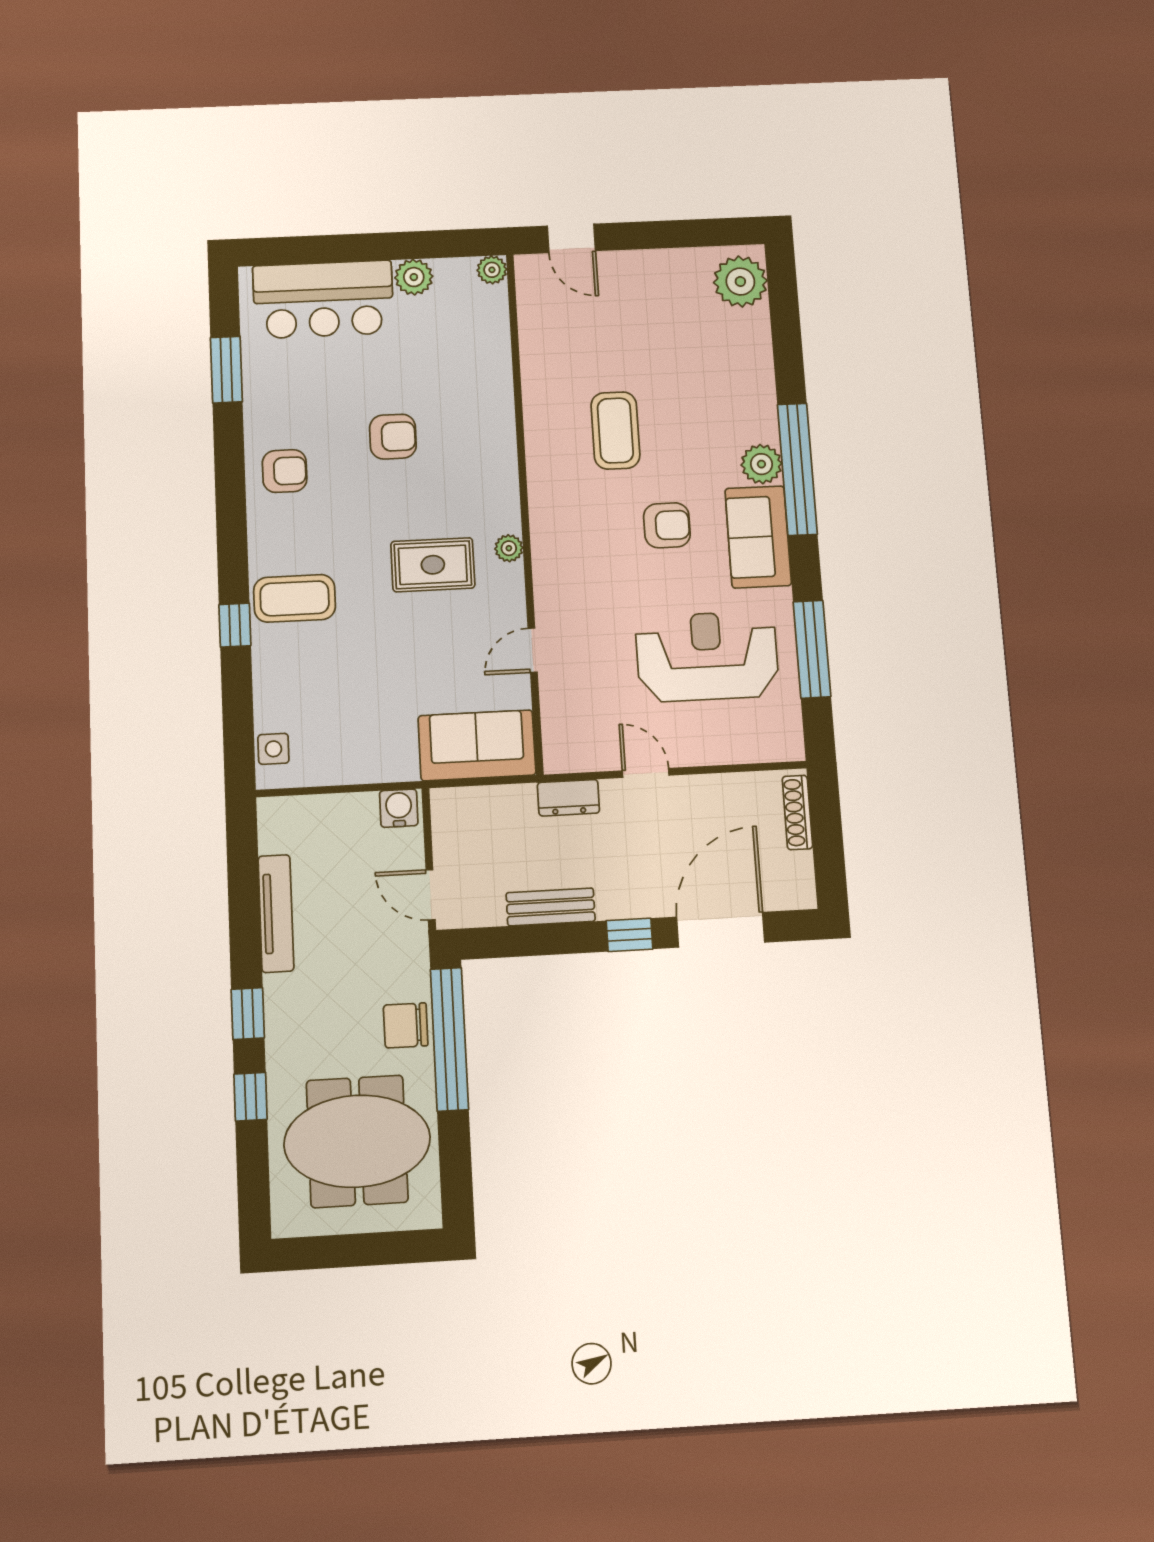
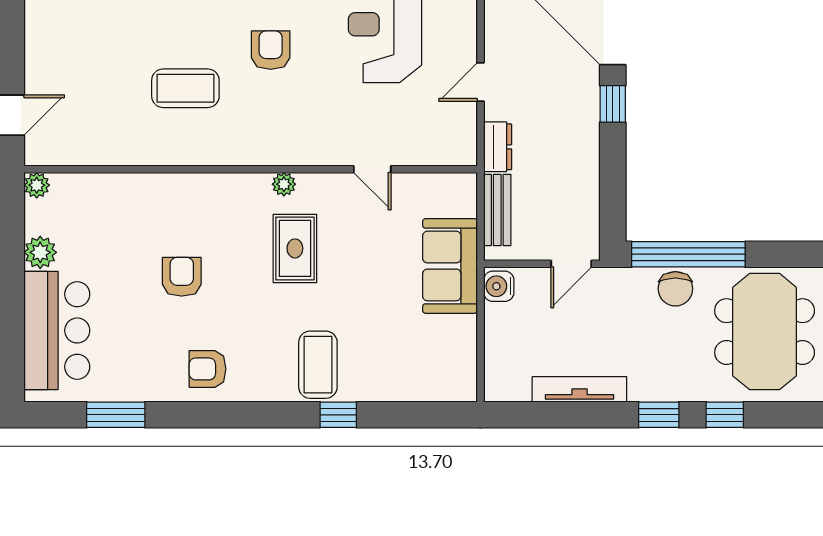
armchair: (285, 471) -> (207, 369), turned -90
sofa: (477, 745) -> (450, 266), moved
side table: (273, 749) -> (444, 387), removed
bench: (551, 907) -> (497, 210), moved

